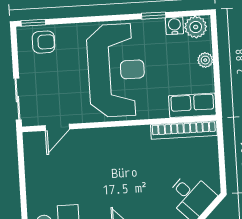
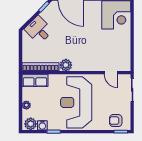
door: (57, 127) -> (111, 73), swing flipped
plant: (139, 136) -> (66, 65), added

